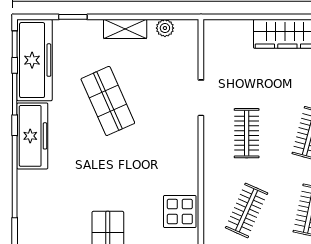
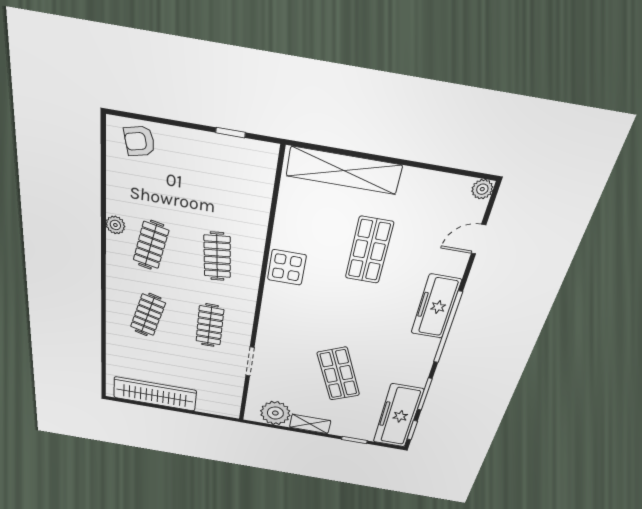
plant: (165, 28) -> (275, 413), width x1.88, depth x1.88
freezer: (32, 136) -> (436, 307), moved
clothes rail: (247, 210) -> (217, 256), turned -30

